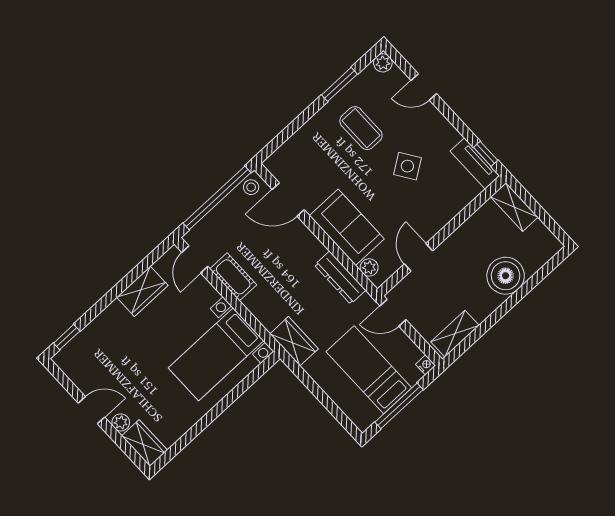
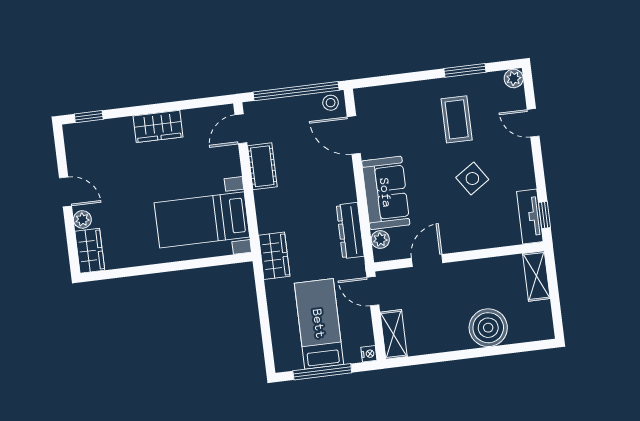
wardrobe: (142, 291) -> (158, 126), moved
shelving: (455, 334) -> (394, 334), moved, turned 90

